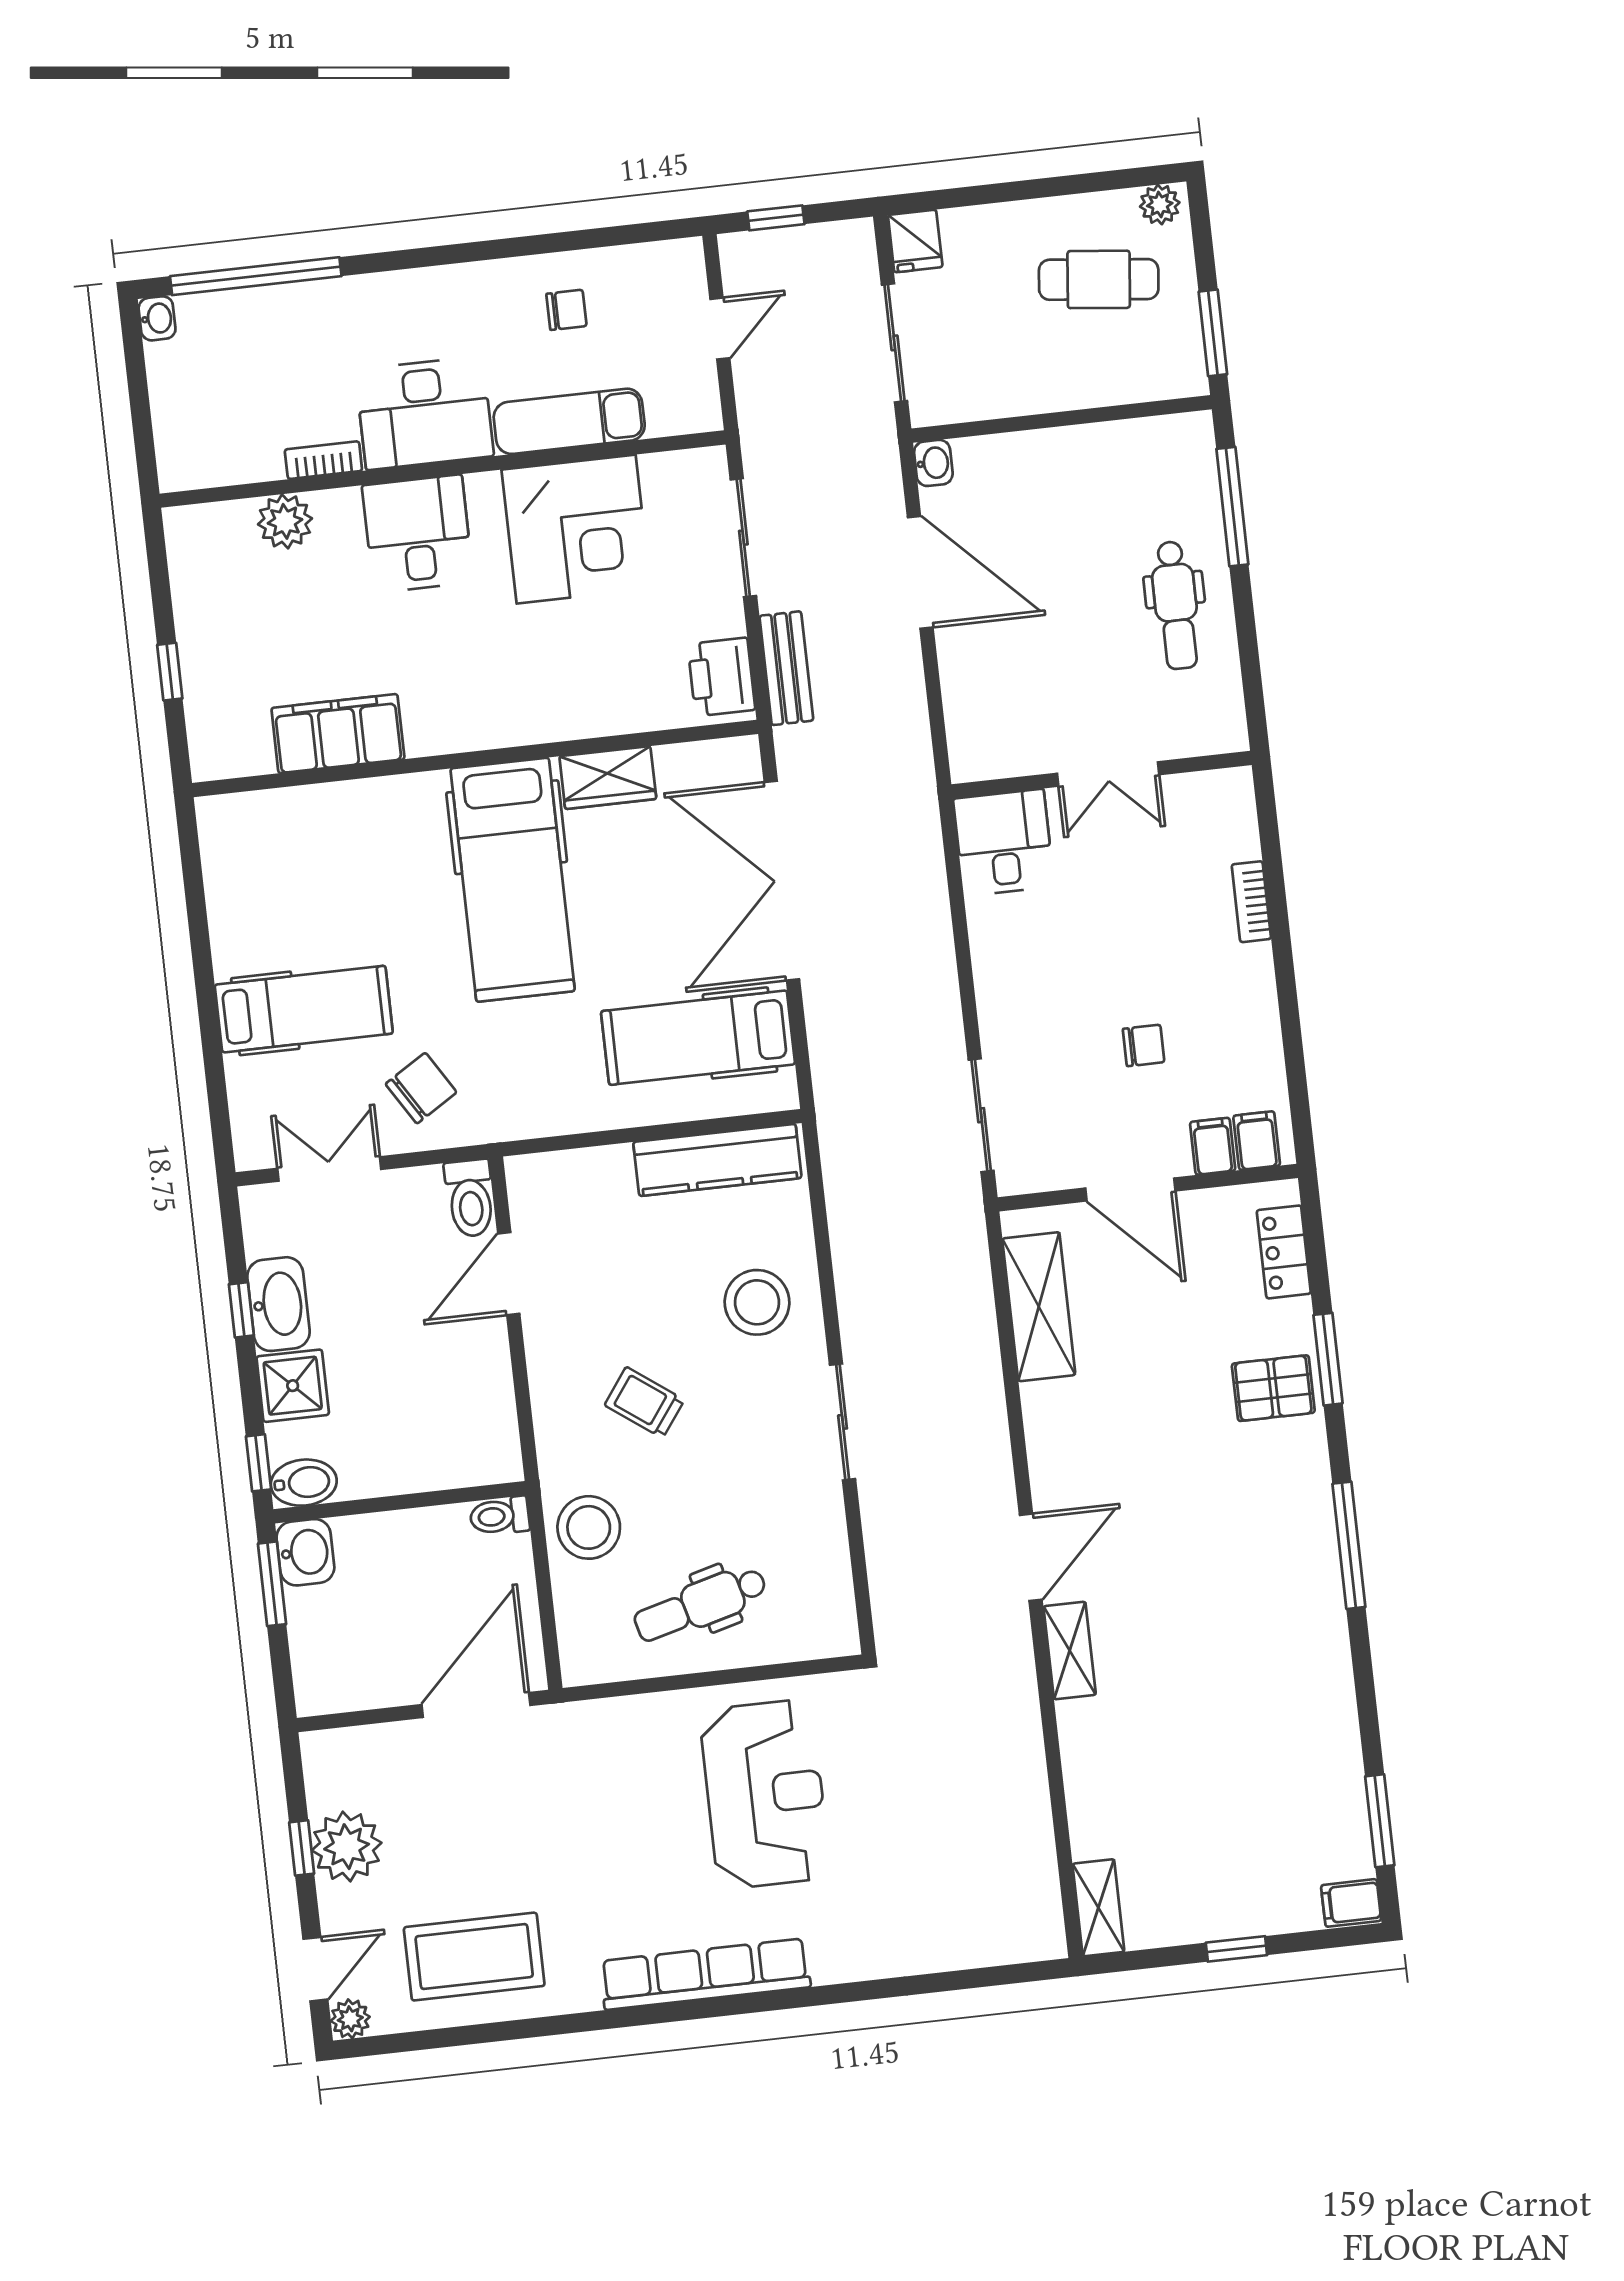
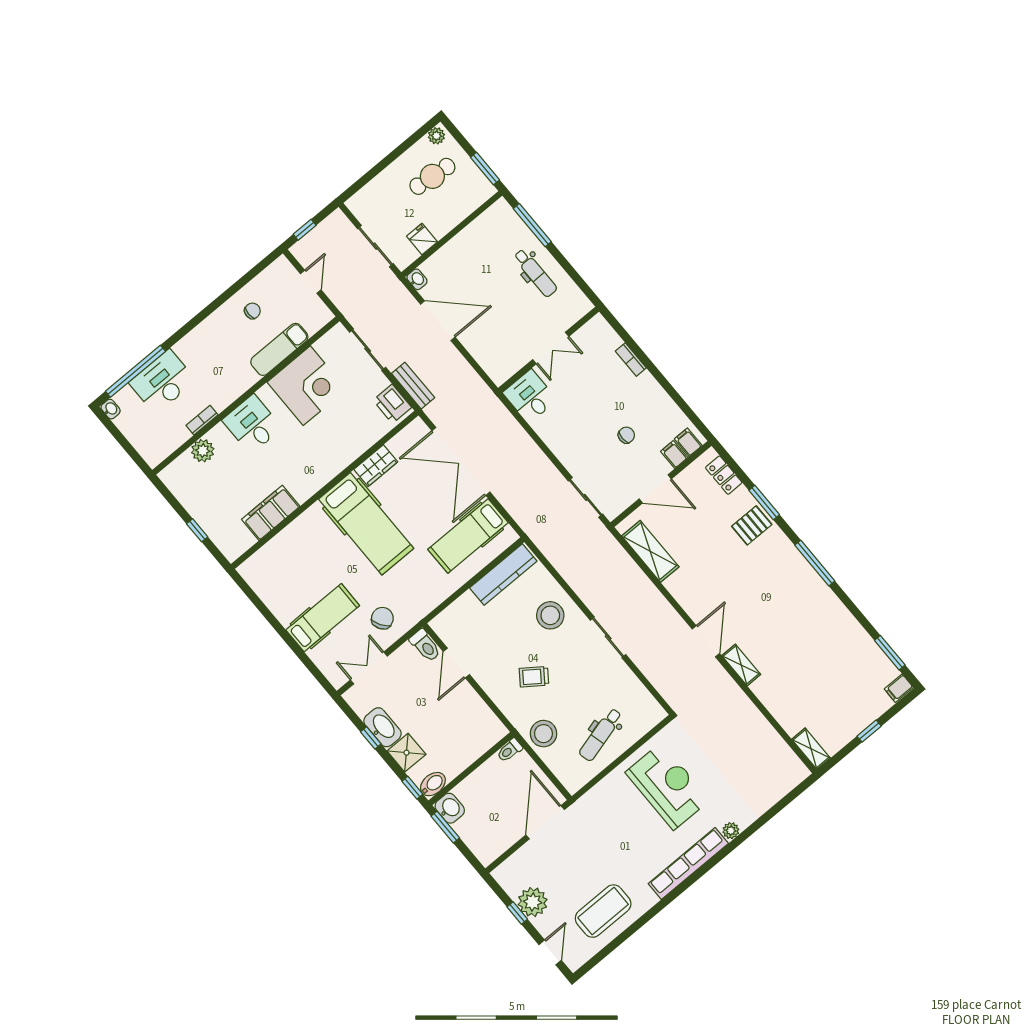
fridge: (915, 241) -> (422, 239), moved, turned 180
desk: (424, 413) -> (162, 382), moved, turned 180
plant: (350, 2019) -> (731, 831), moved

